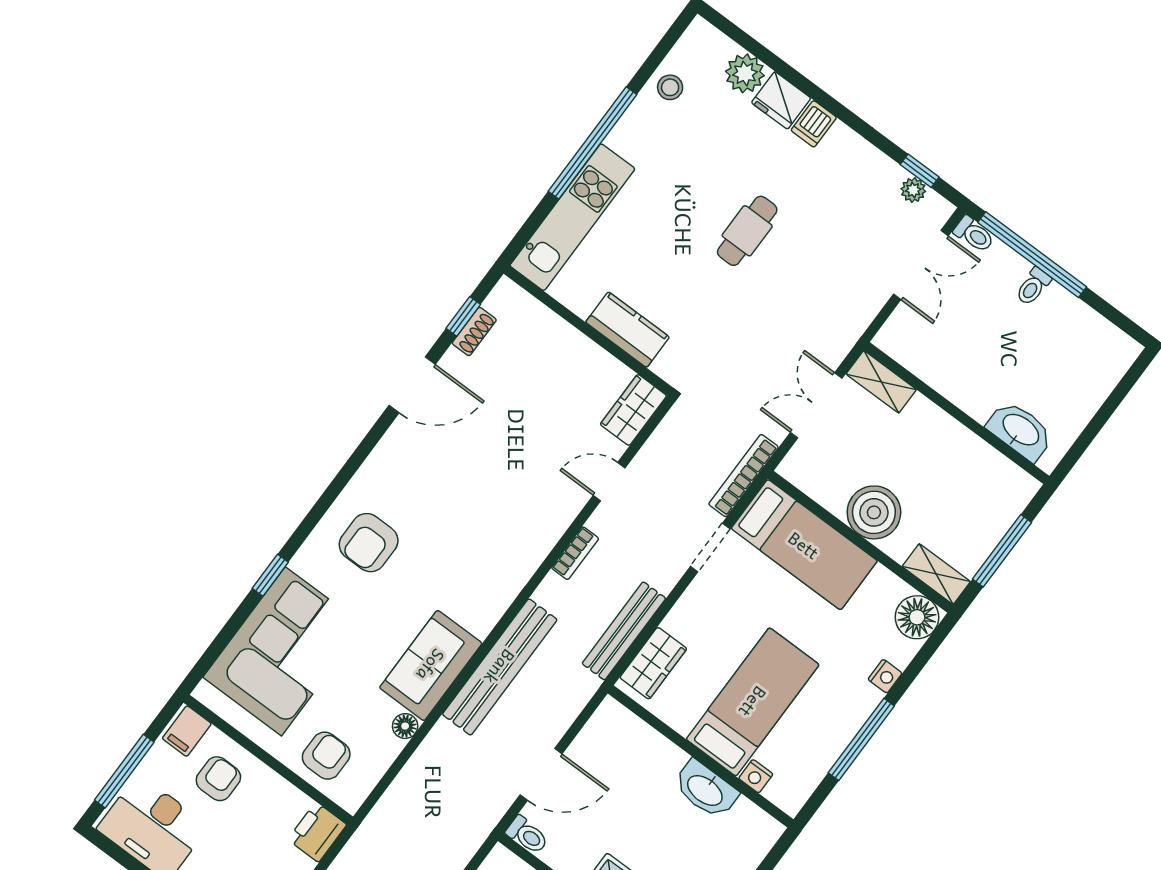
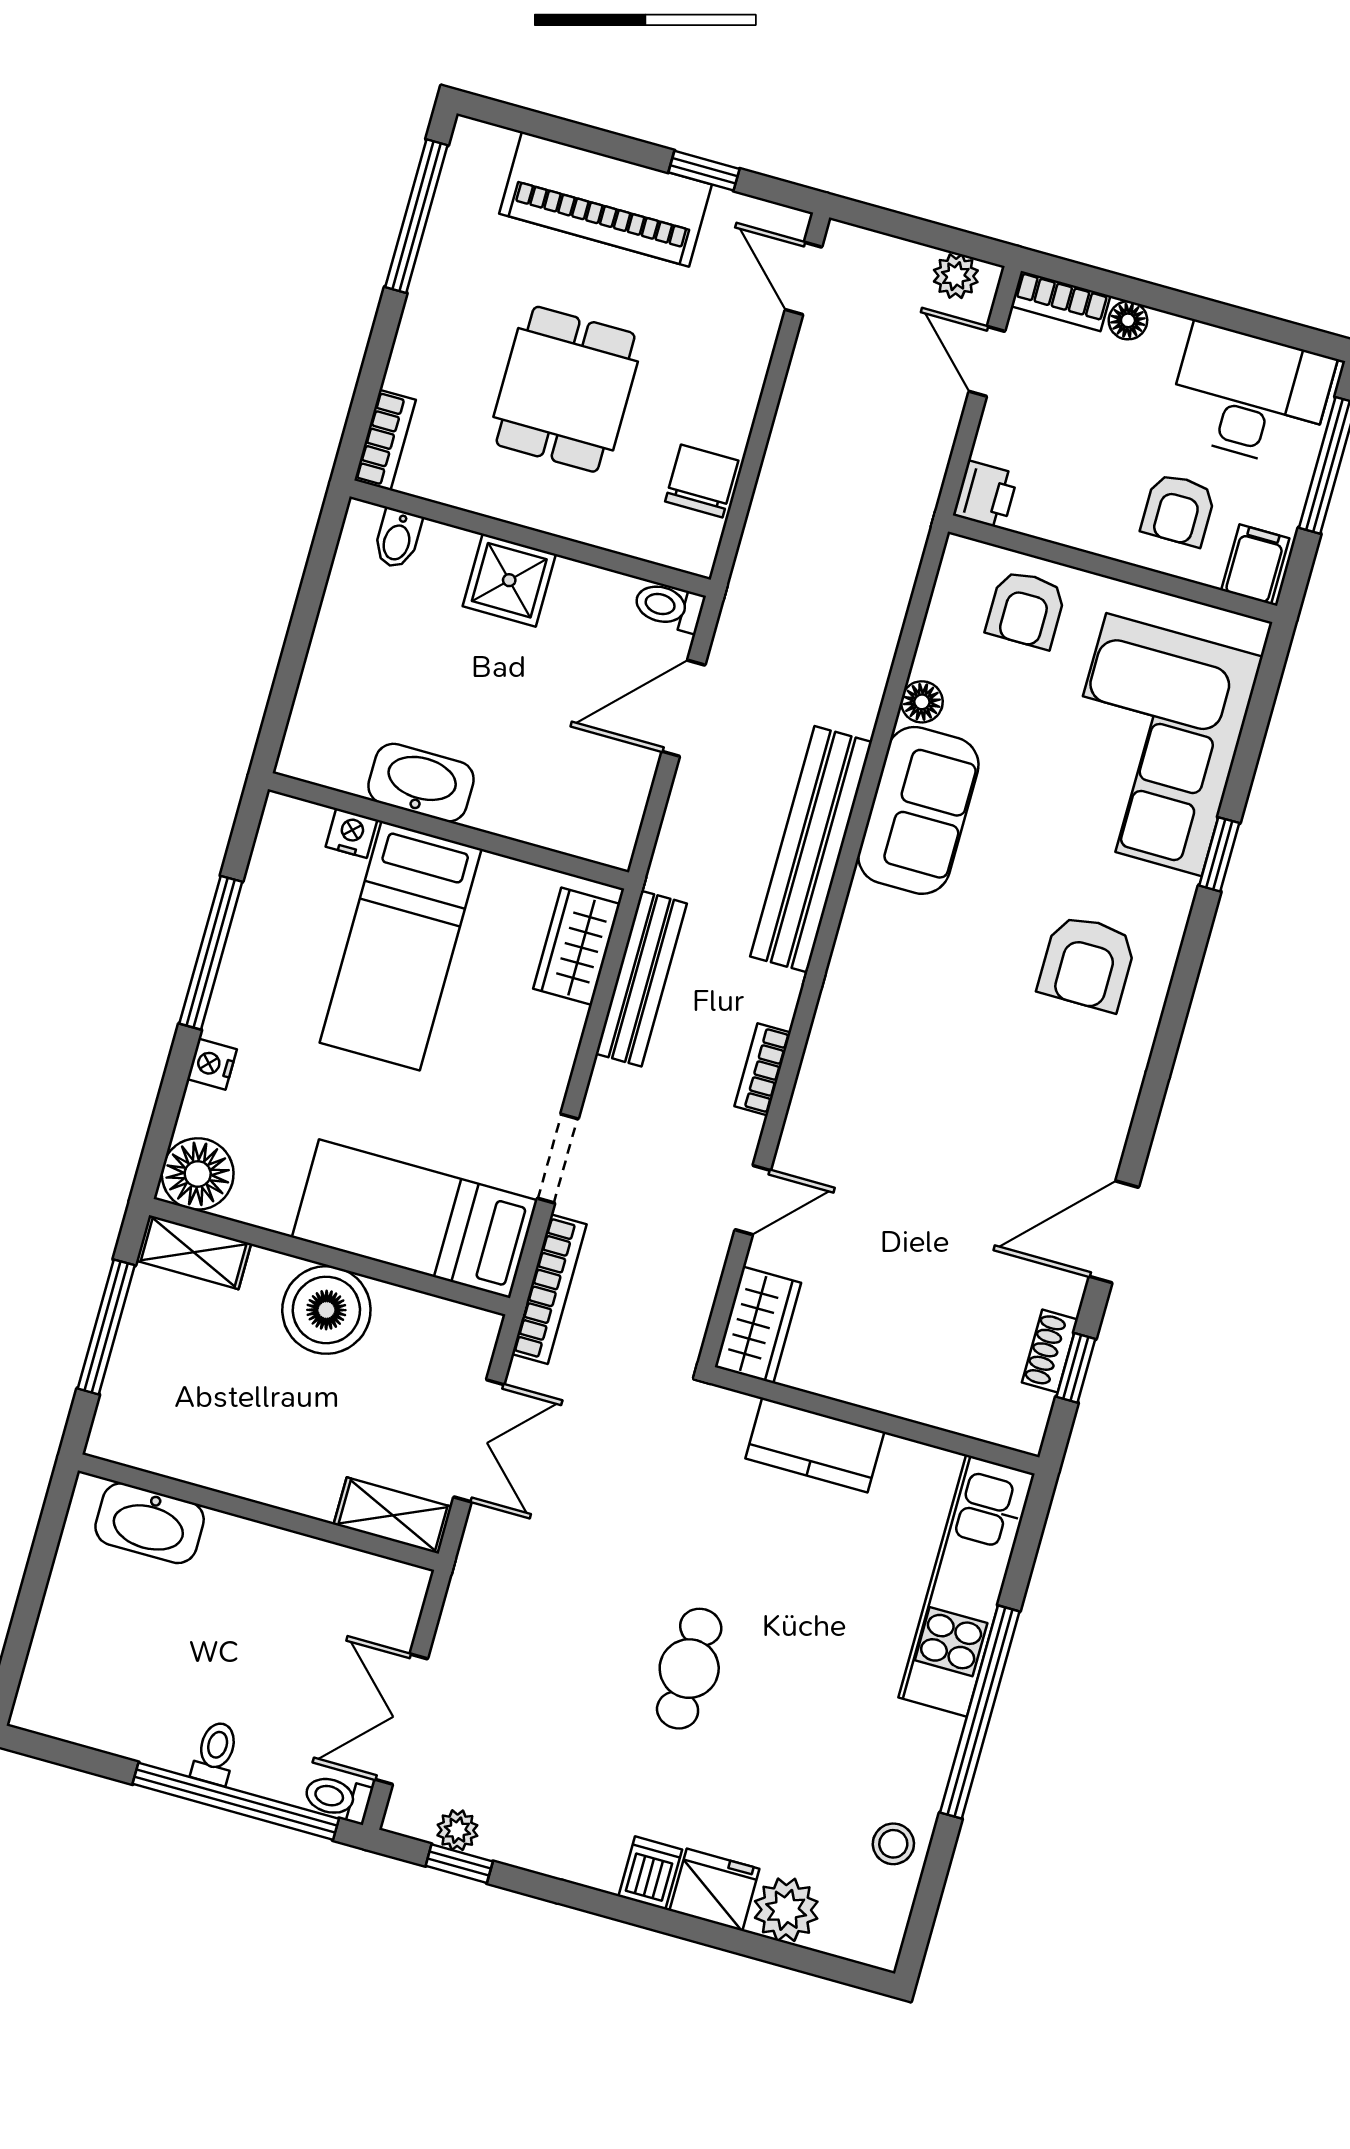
armchair: (369, 543) -> (1087, 963), turned 180
printer: (317, 832) -> (985, 495), width x0.73, depth x0.81

